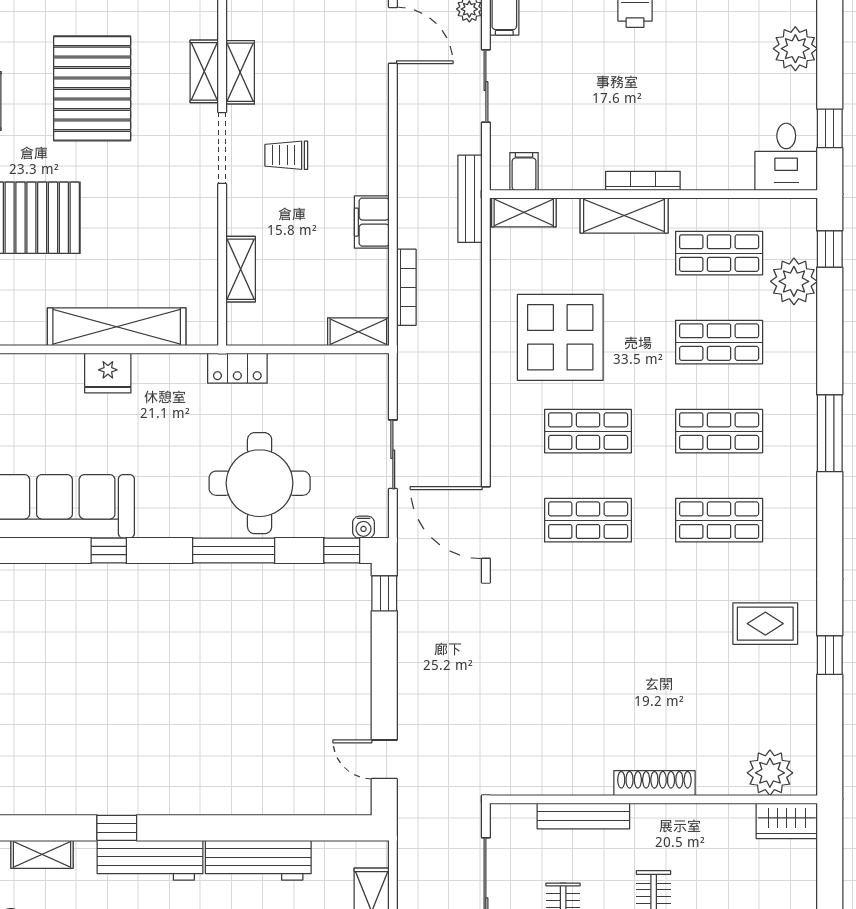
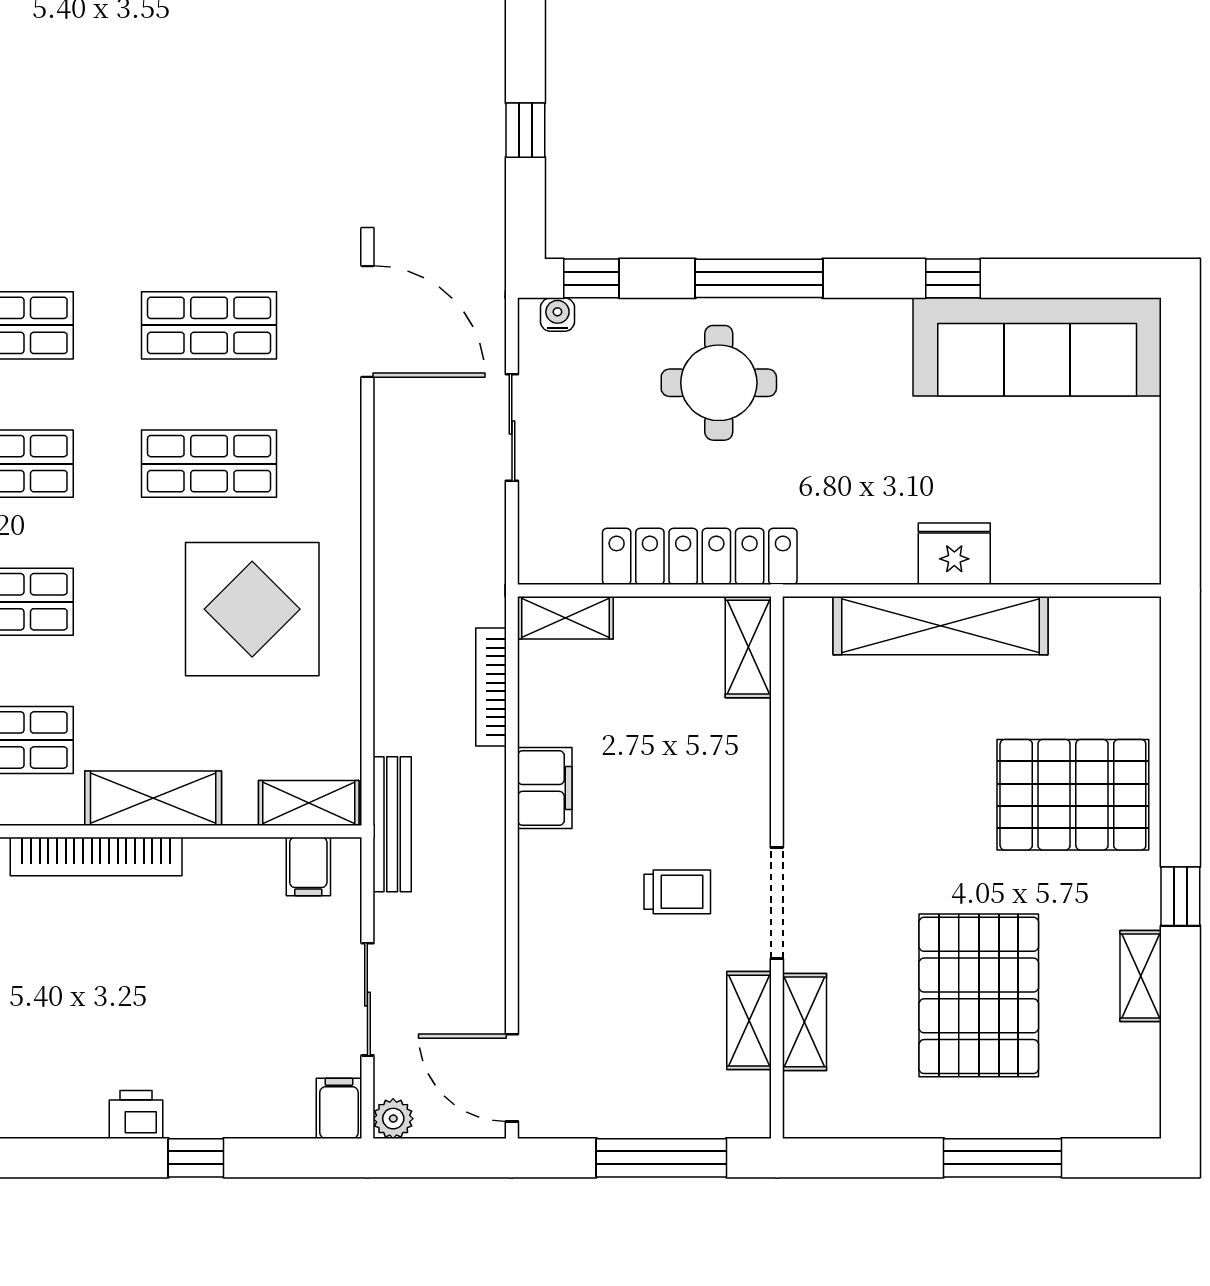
bookcase: (643, 181) -> (96, 857), width x1.48, depth x1.31
shelving: (241, 269) -> (748, 647), moved
locker: (237, 368) -> (700, 556), width x2.16, depth x1.21
round table: (260, 483) -> (719, 383), width x0.73, depth x0.73
window: (384, 593) -> (525, 130), moved

